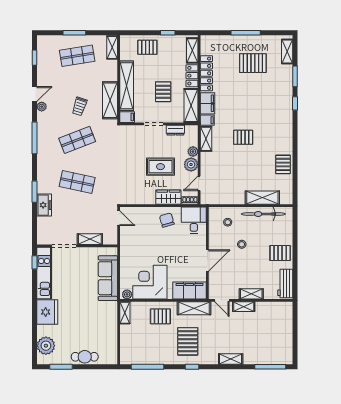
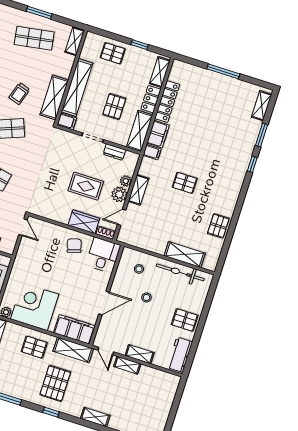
pallet: (253, 63) -> (221, 106), removed
shelving: (206, 139) -> (138, 190), moved

